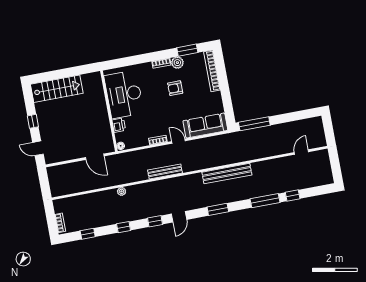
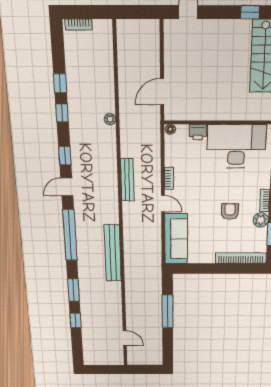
window: (33, 121) -> (250, 12), moved
window: (254, 124) -> (167, 311), moved
door: (179, 141) -> (163, 204), hinge flipped
window: (265, 201) -> (74, 290), width x0.69
window: (218, 209) -> (70, 235), width x2.11
door: (179, 217) -> (67, 187), hinge flipped
window: (88, 234) -> (60, 83), moved

